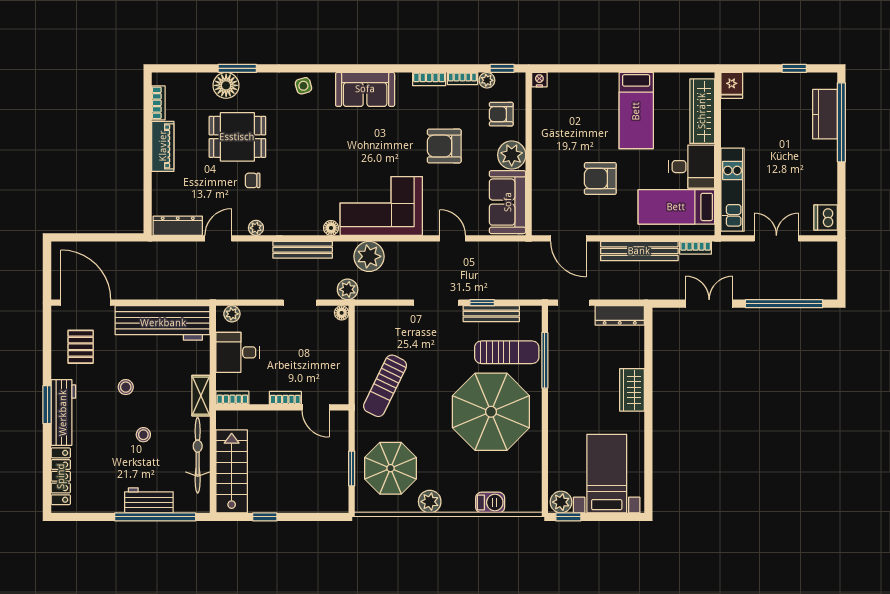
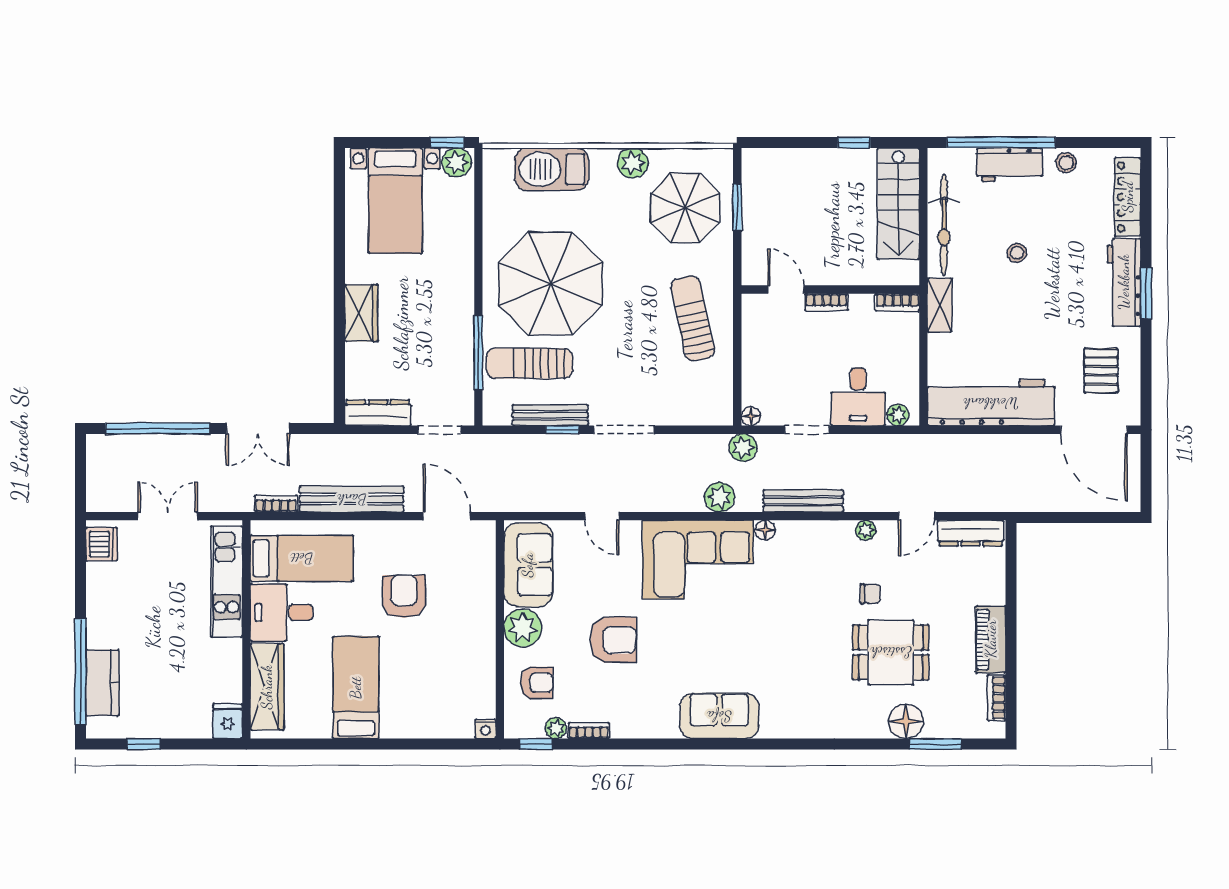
window: (237, 68) -> (935, 744), moved
bookcase: (429, 79) -> (633, 730), removed
side table: (303, 86) -> (802, 721), removed
armchair: (600, 179) -> (404, 596), turned -90
double door: (776, 238) -> (168, 516), swing flipped
plant: (369, 256) -> (720, 497), width x0.73, depth x0.73
desk: (238, 352) -> (858, 397), moved, turned 90
sun lounger: (385, 386) -> (693, 318), turned -38
stool: (126, 387) -> (1066, 163), moved
barbecue: (490, 503) -> (552, 169), width x1.88, depth x1.53

